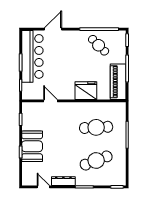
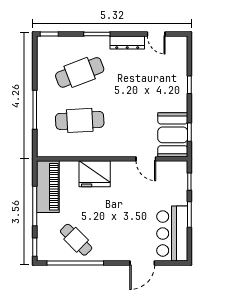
bar counter: (32, 56) -> (172, 234), width x0.73
booth: (32, 146) -> (173, 135), moved

